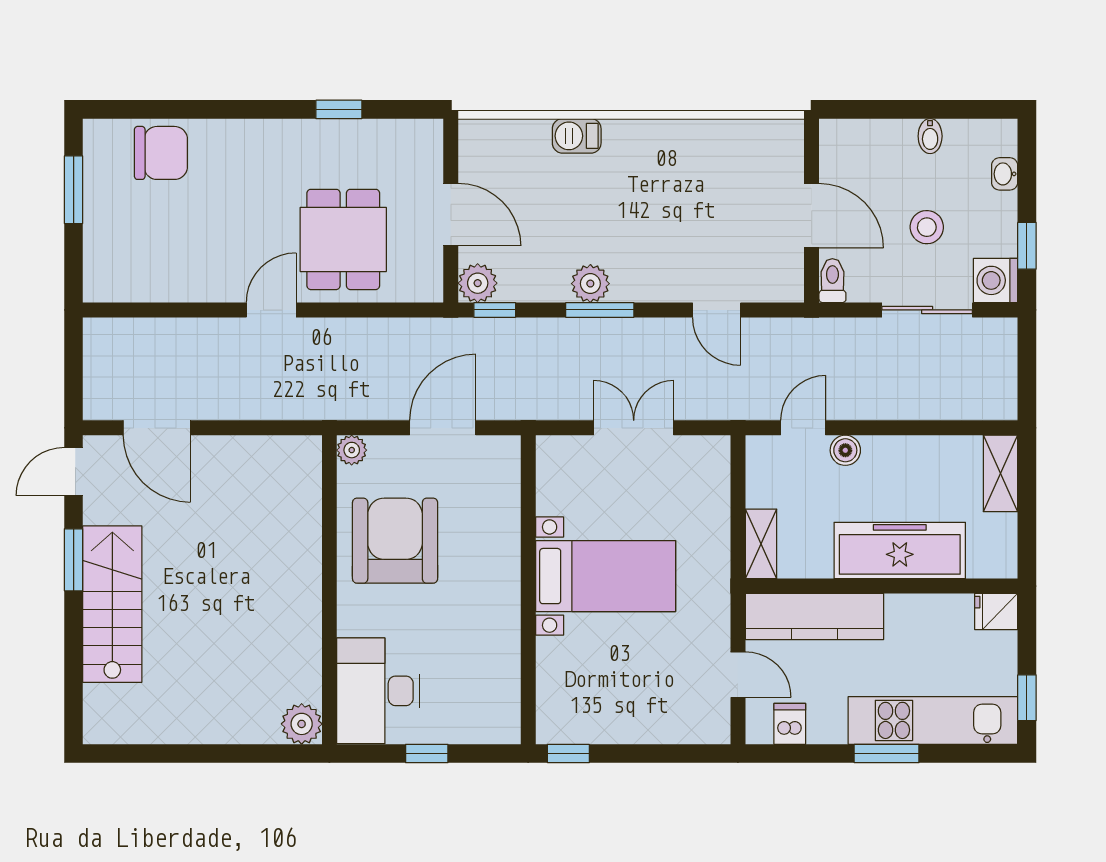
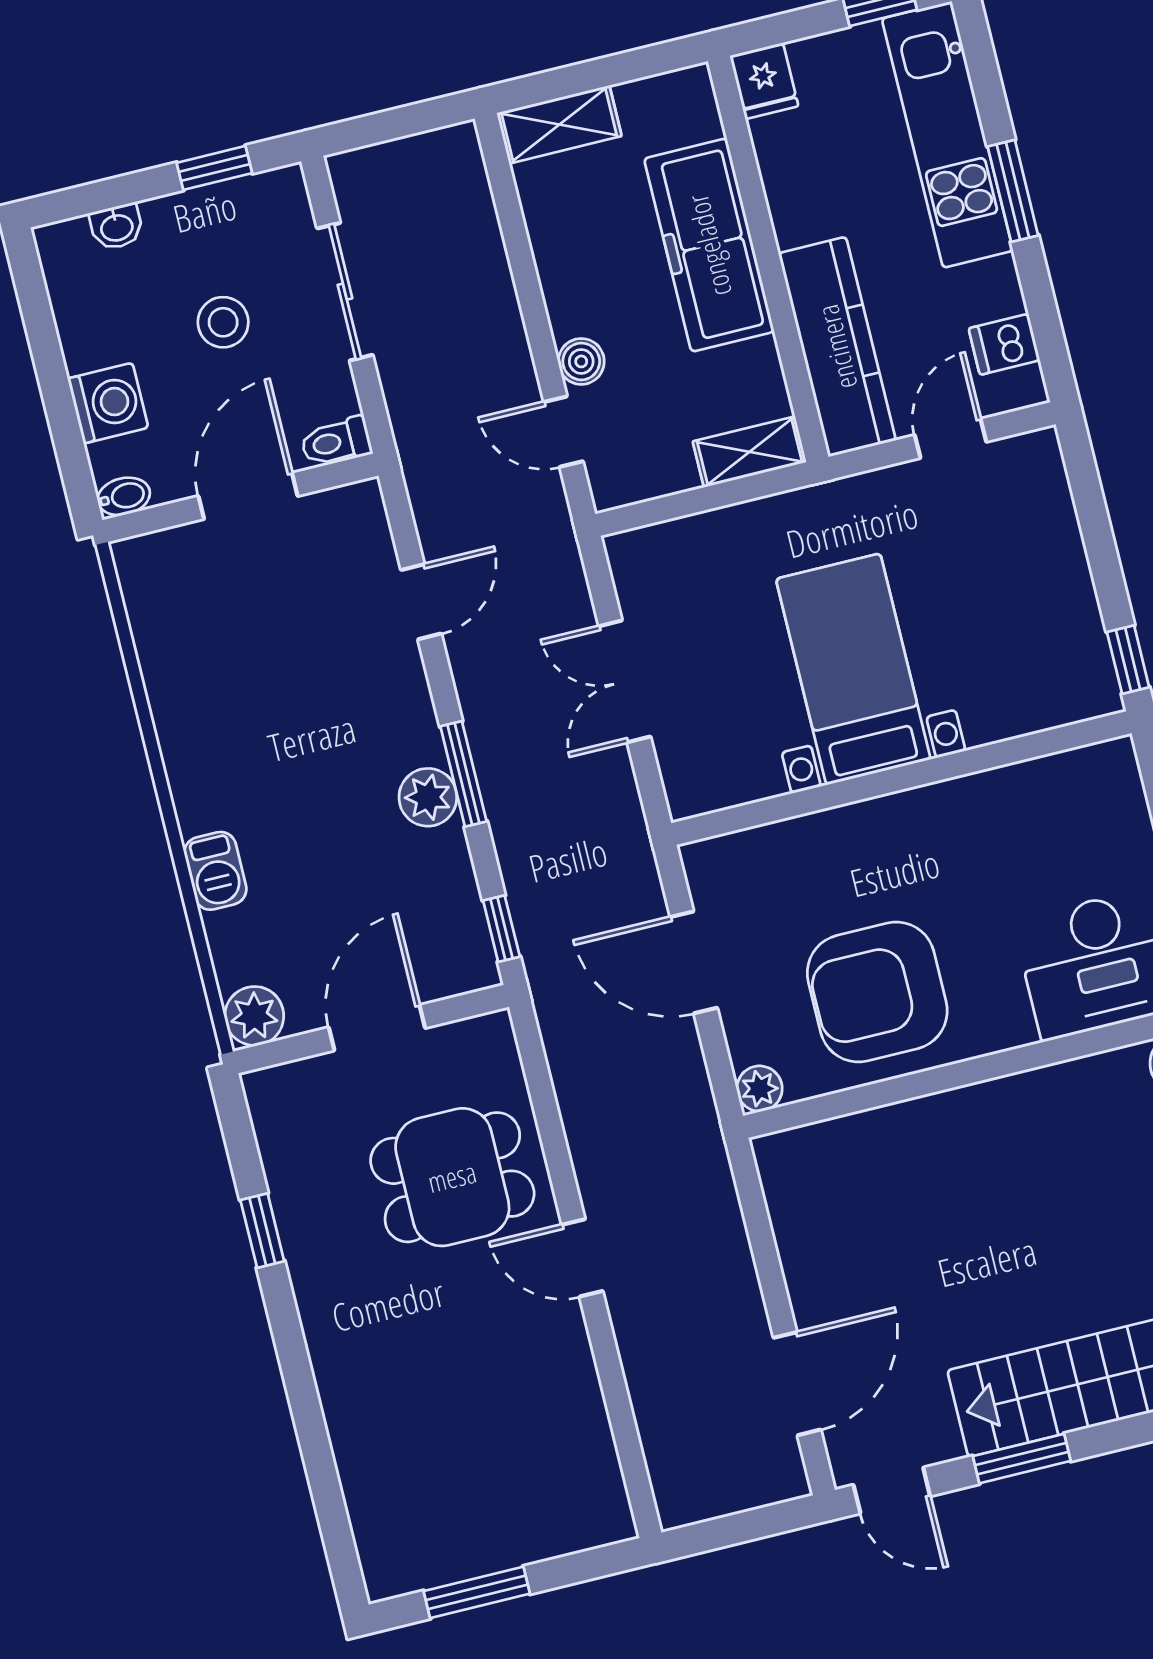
bidet: (930, 136) -> (124, 496), moved
chair: (161, 153) -> (391, 1477), removed
washing machine: (996, 280) -> (108, 403), moved, turned -90
plant: (478, 283) -> (254, 1016), moved

